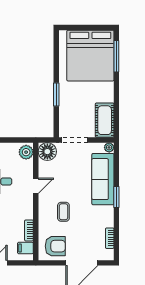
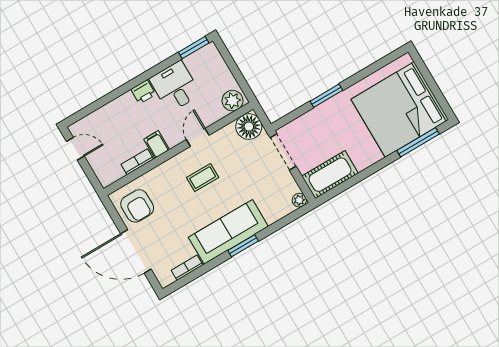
sofa: (103, 179) -> (228, 232), moved
door: (36, 186) -> (198, 137), swing flipped
coffee table: (63, 212) -> (203, 177), moved
filing cabinet: (25, 248) -> (157, 144), moved

